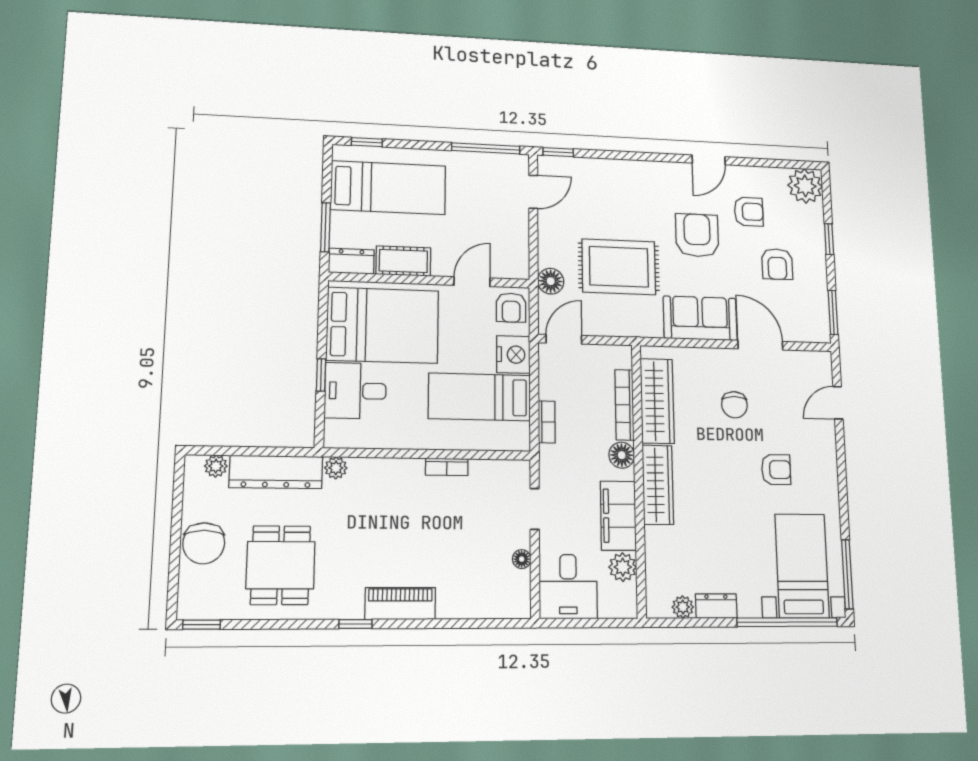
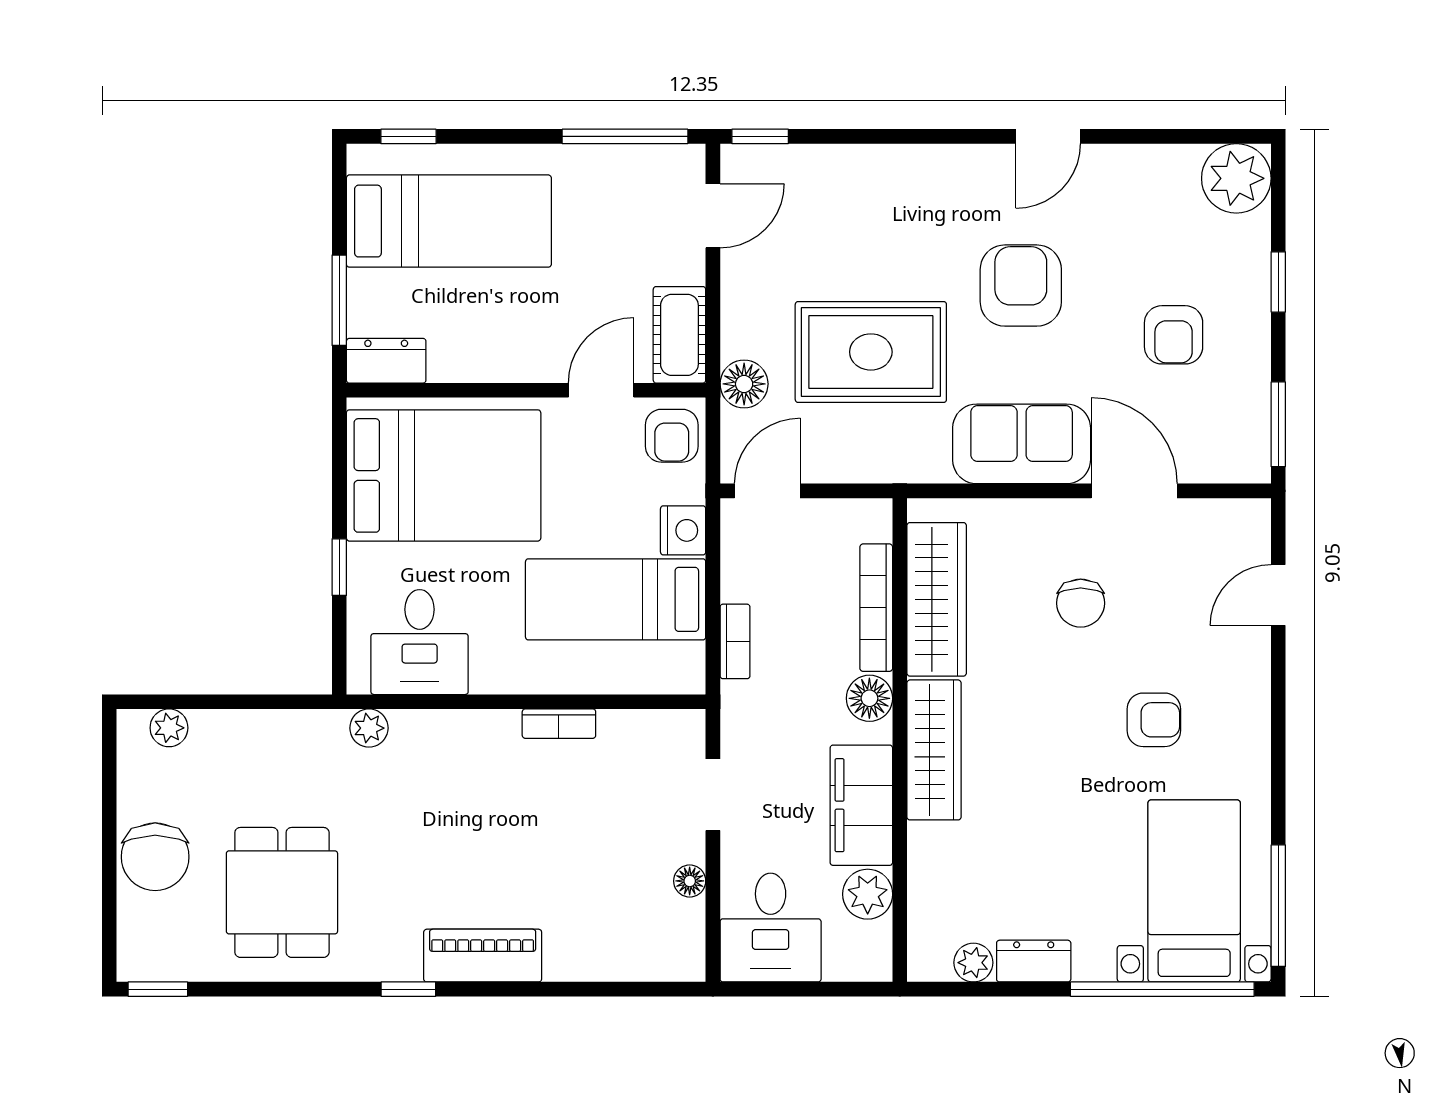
armchair: (749, 212) -> (1122, 235), removed
cot: (403, 261) -> (679, 335), moved, turned 90
nightstand: (513, 355) -> (683, 530), width x0.74, depth x0.75
desk: (355, 391) -> (420, 642), moved, turned -90
dresser: (276, 472) -> (269, 736), removed

